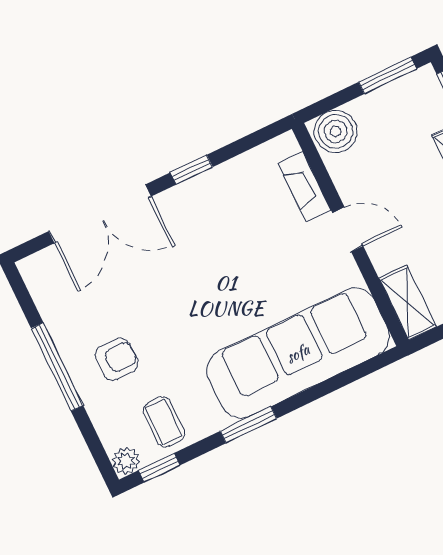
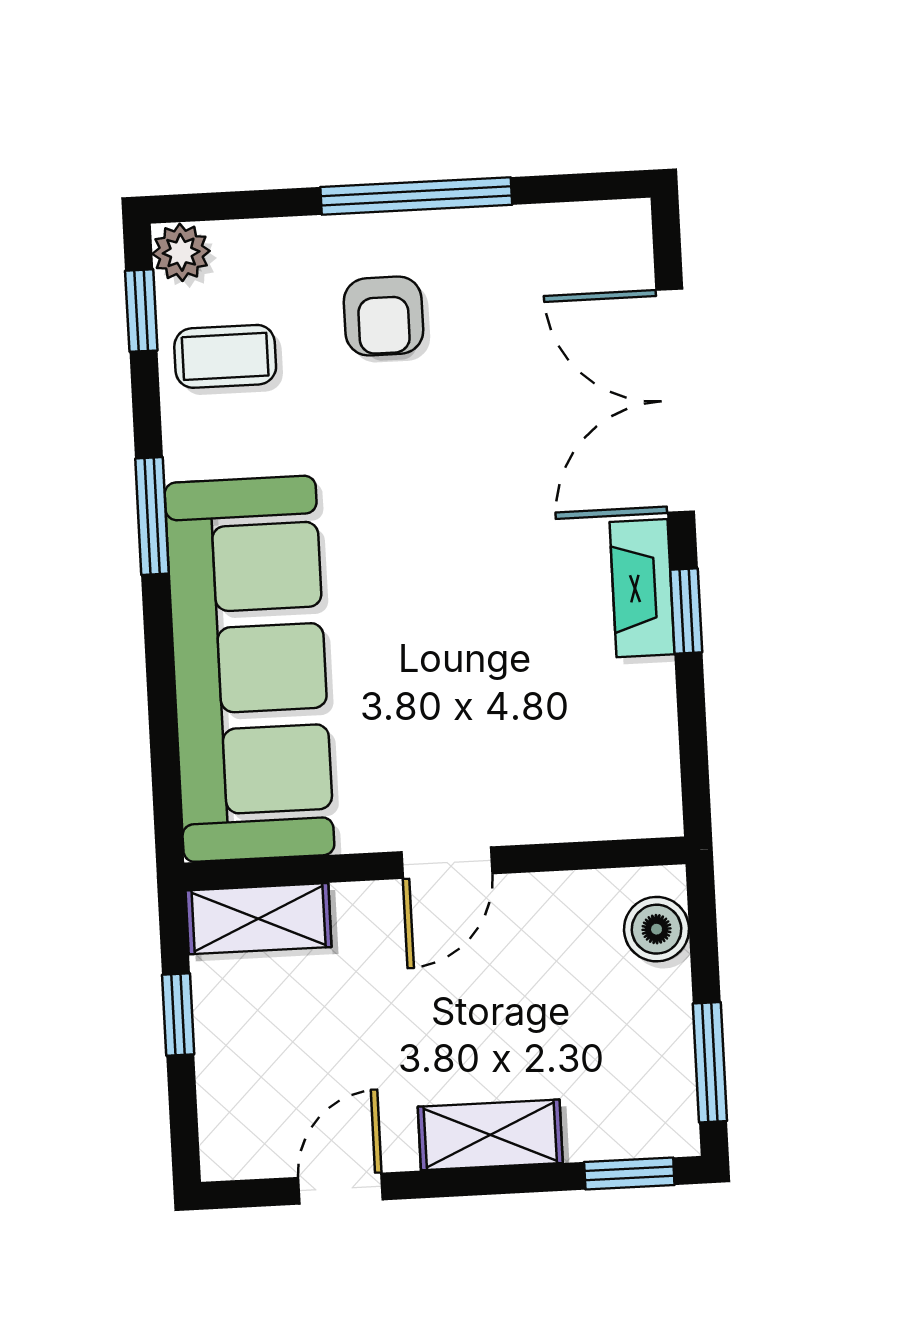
boiler: (336, 131) -> (656, 929), width x0.73, depth x0.73
fireplace: (304, 187) -> (642, 588), moved, turned -90

